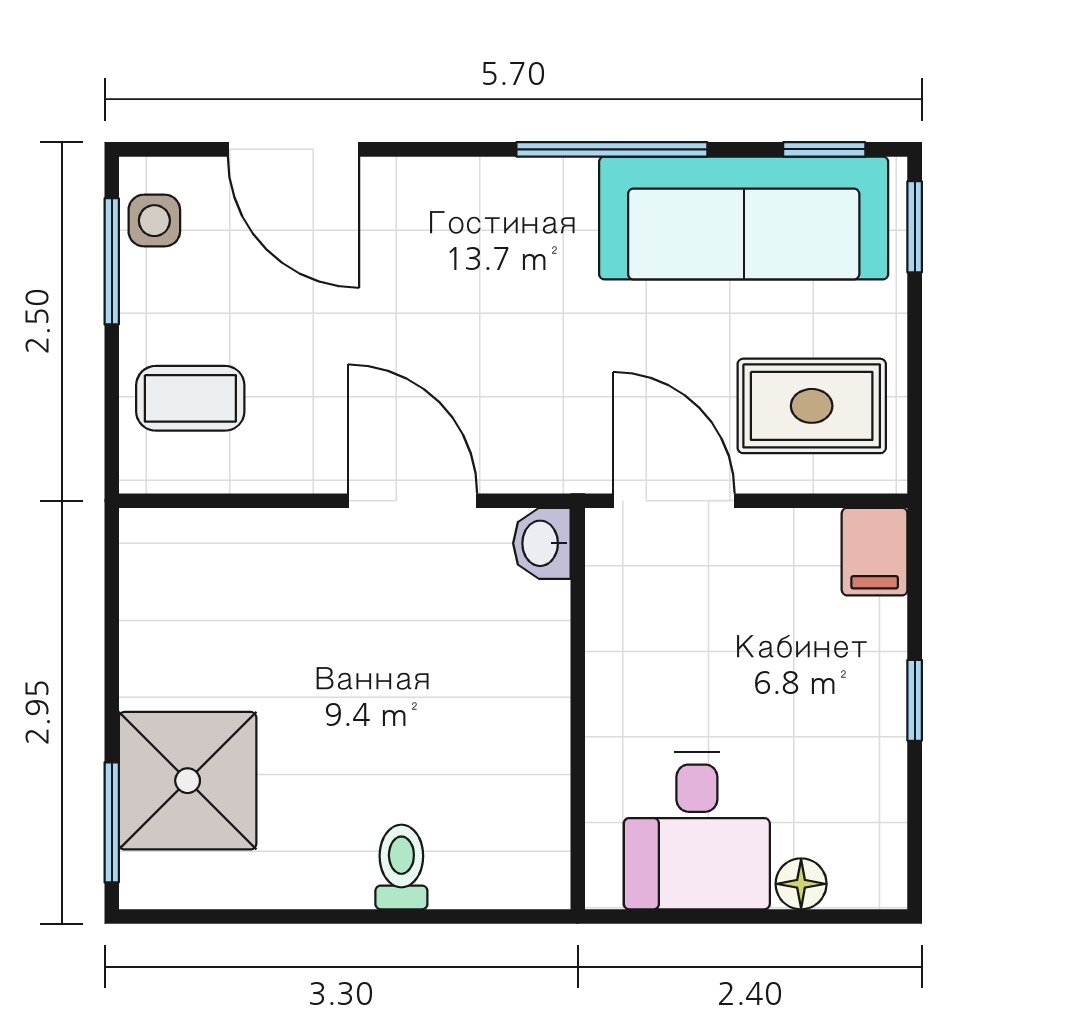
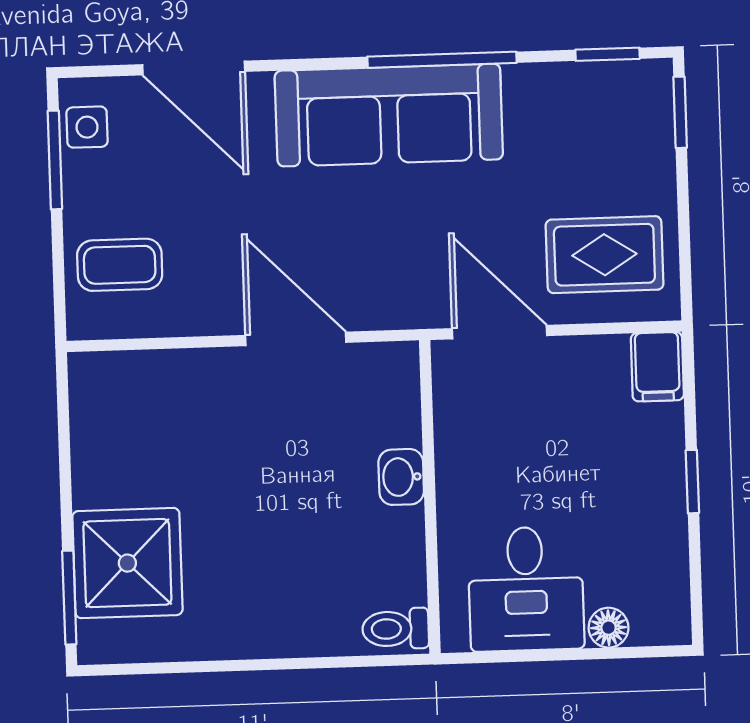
sofa: (744, 218) -> (389, 115), moved
washbasin: (542, 543) -> (401, 477), moved
toilet: (401, 867) -> (396, 629), moved, turned -90

